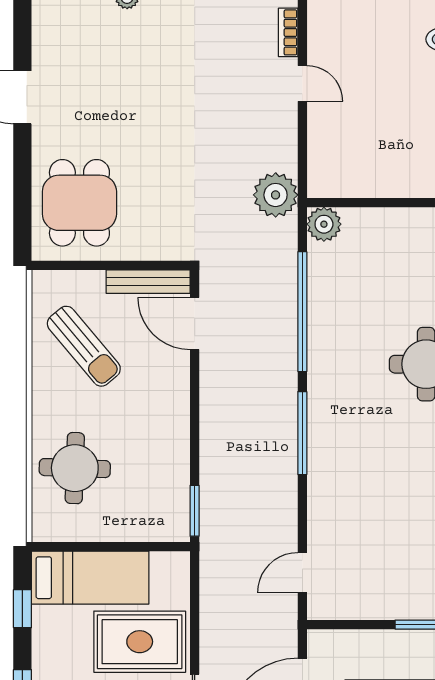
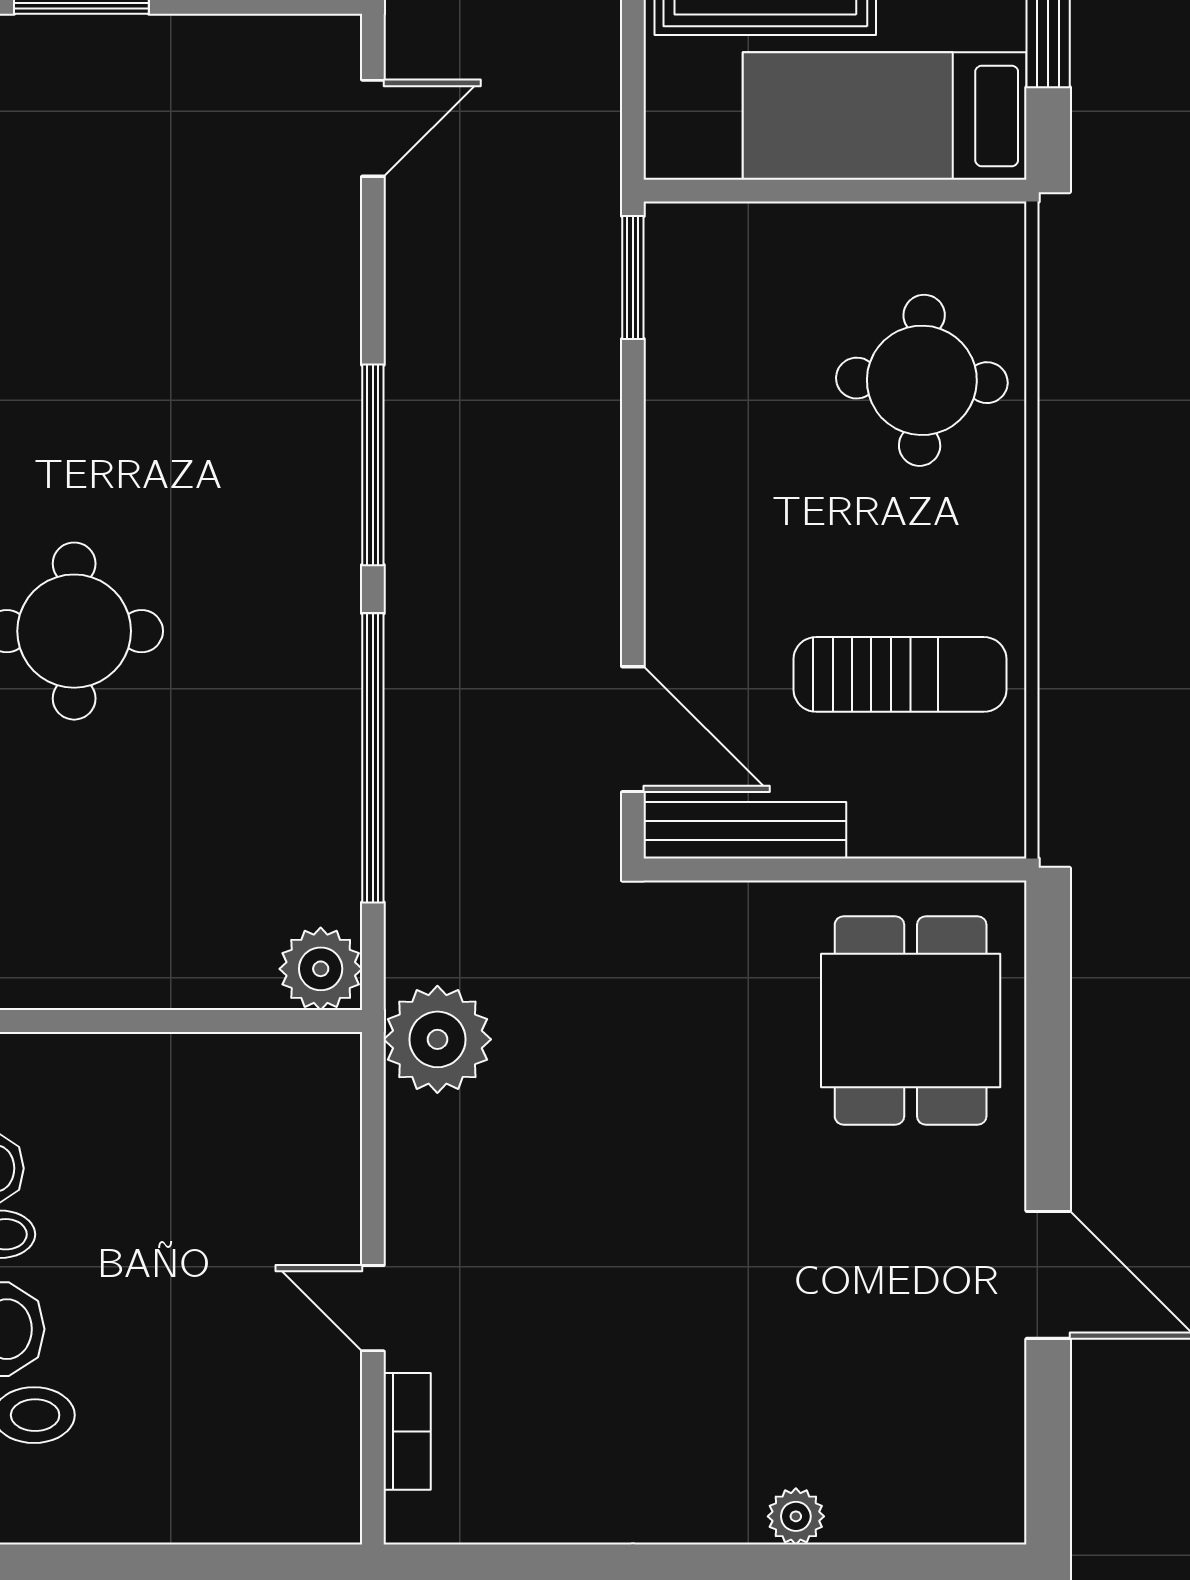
sun lounger: (84, 346) -> (900, 674), turned 130

